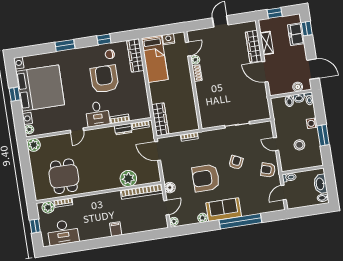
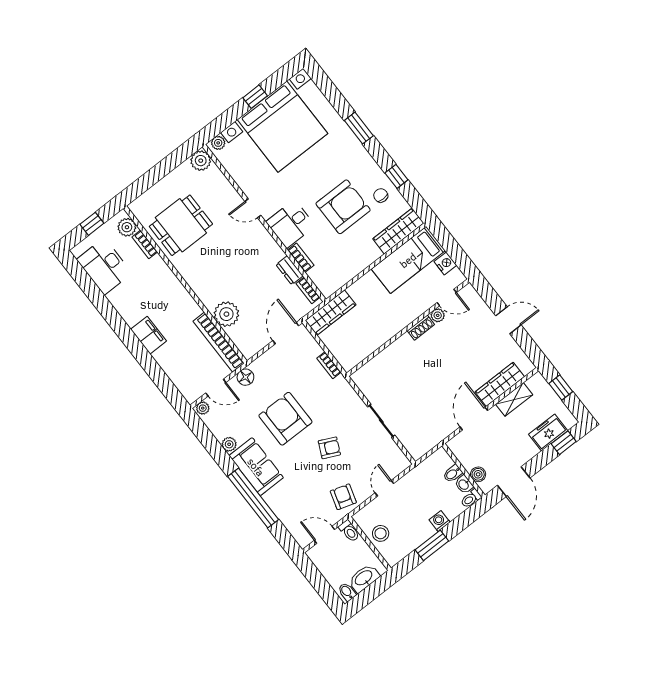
stool: (299, 145) -> (381, 533), moved
filing cabinet: (116, 229) -> (149, 335), width x2.00

